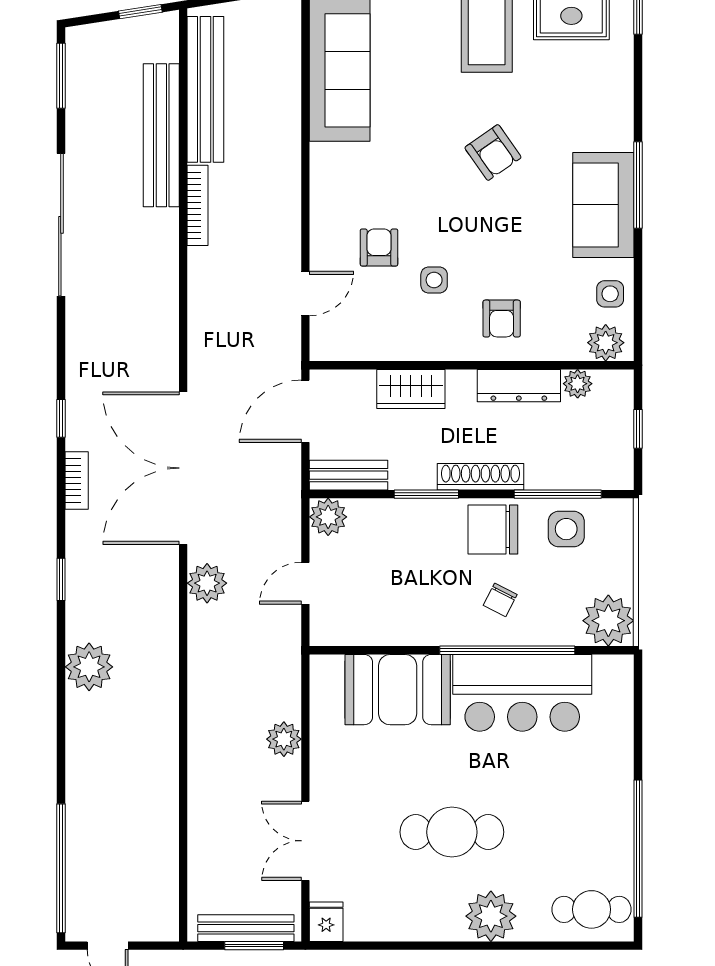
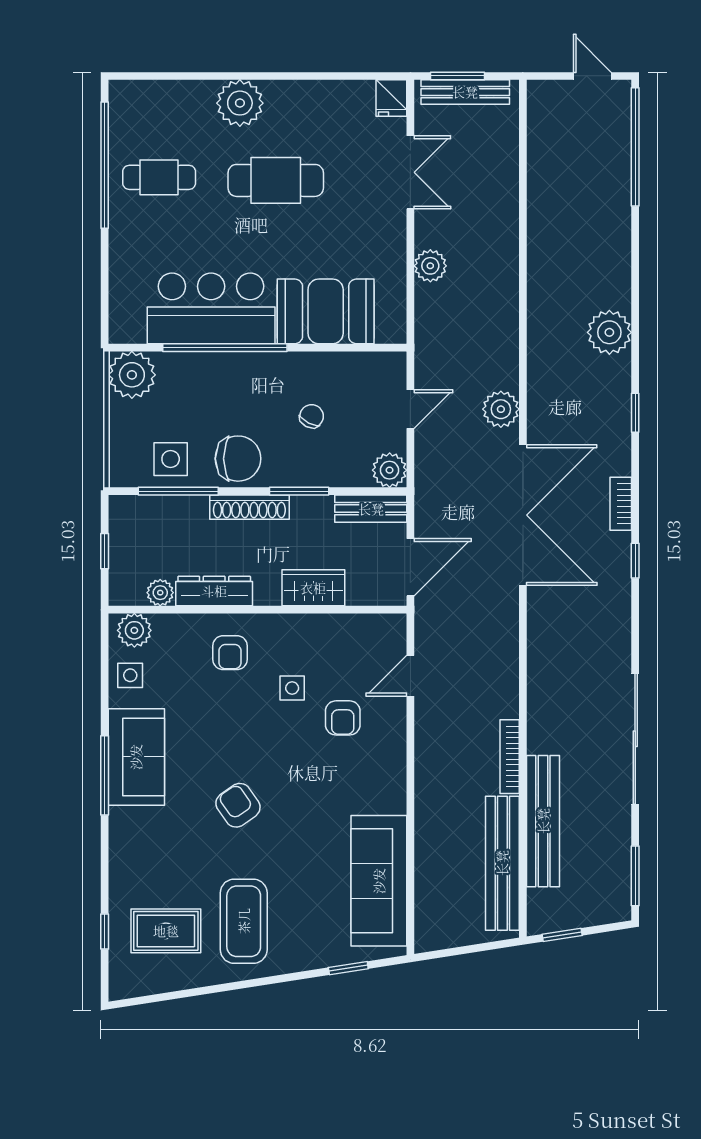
armchair: (502, 319) -> (230, 653), turned 180
chair: (500, 600) -> (312, 416), moved
cafe table: (592, 909) -> (159, 177), moved

